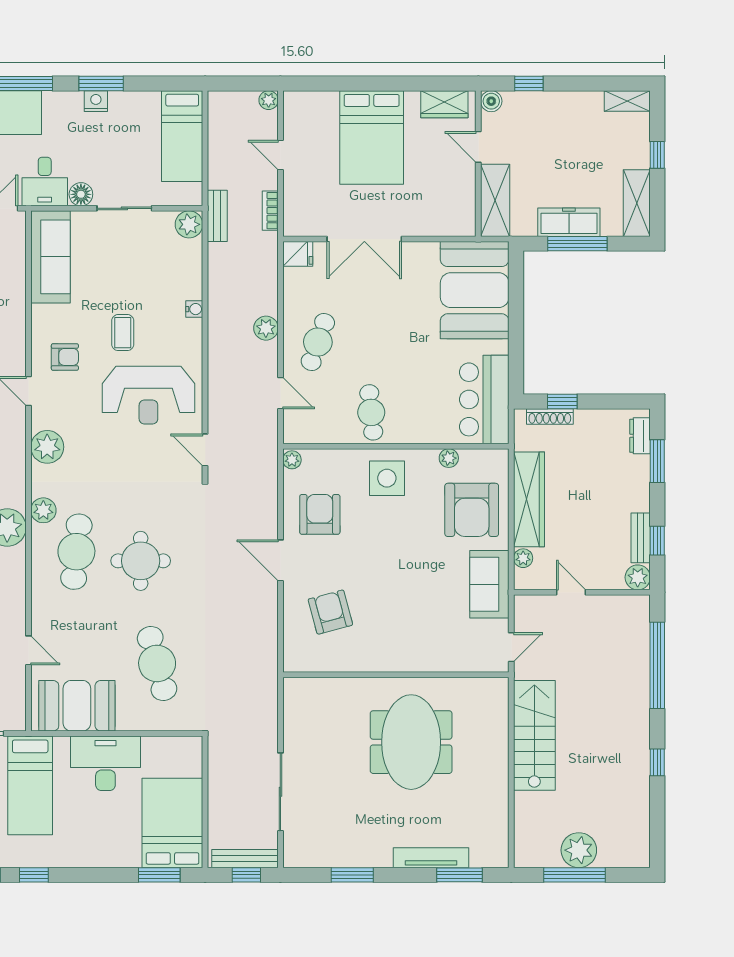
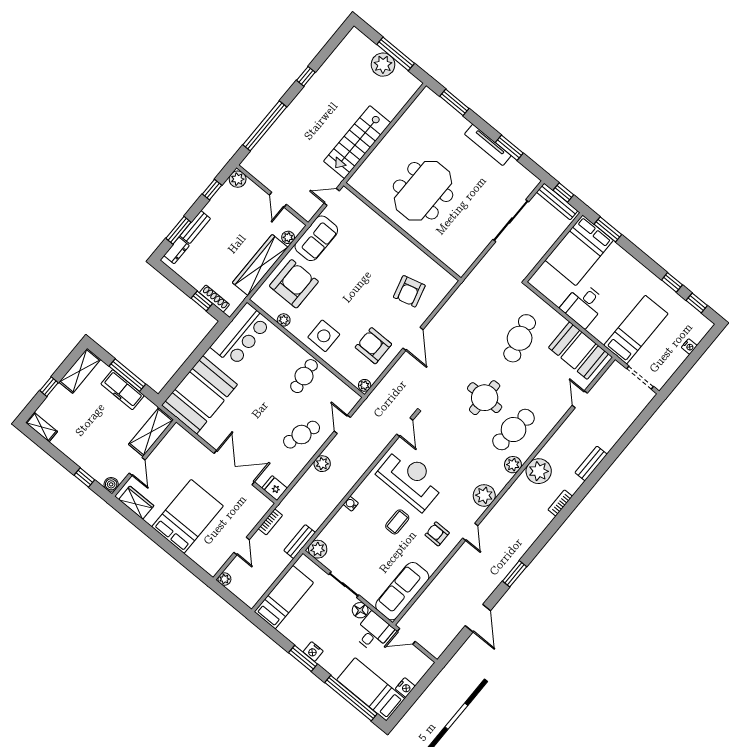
armchair: (320, 514) -> (373, 346), turned 90
bench: (641, 538) -> (195, 227), moved
desk: (105, 763) -> (583, 305), width x0.73
tv unit: (431, 858) -> (488, 145), moved

